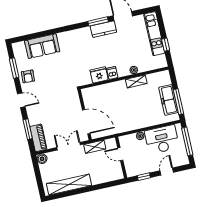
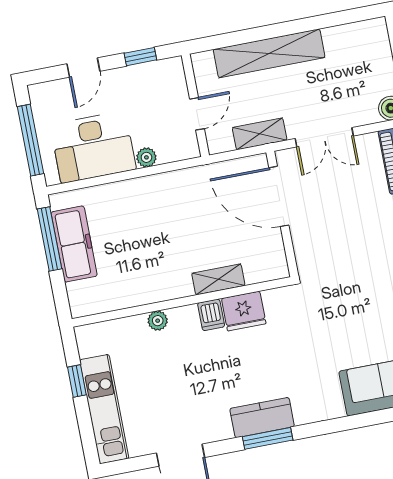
window: (98, 21) -> (268, 438), moved
kitchen counter: (103, 29) -> (262, 418), moved
shelving: (136, 81) -> (218, 279), moved
door: (120, 154) -> (197, 114), hinge flipped
shelving: (69, 185) -> (269, 53), moved

